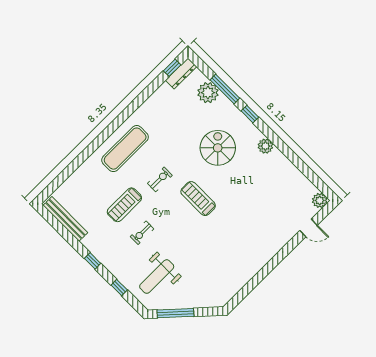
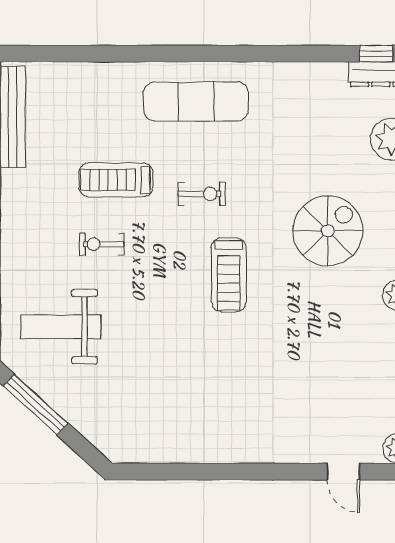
treadmill: (198, 199) -> (229, 275), turned 180

